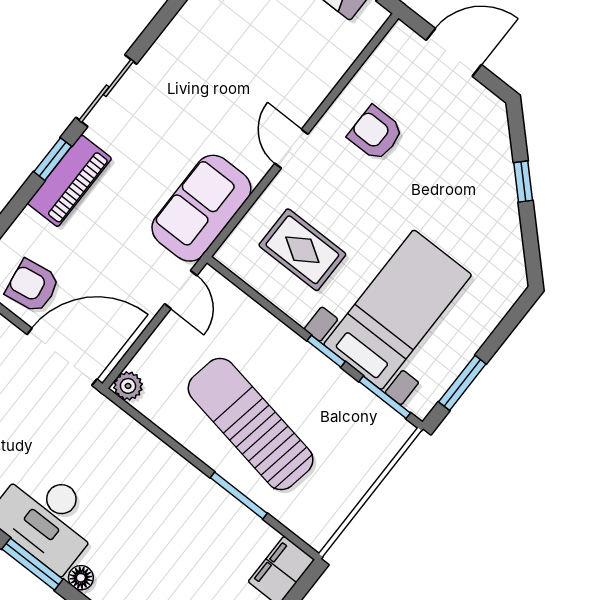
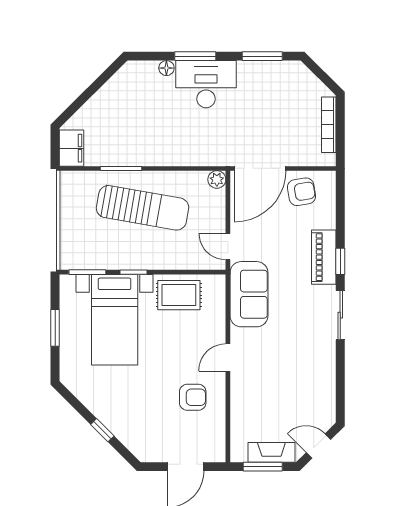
door: (291, 149) -> (228, 358), swing flipped
rug: (302, 250) -> (179, 295), moved
window: (462, 383) -> (55, 328), moved

